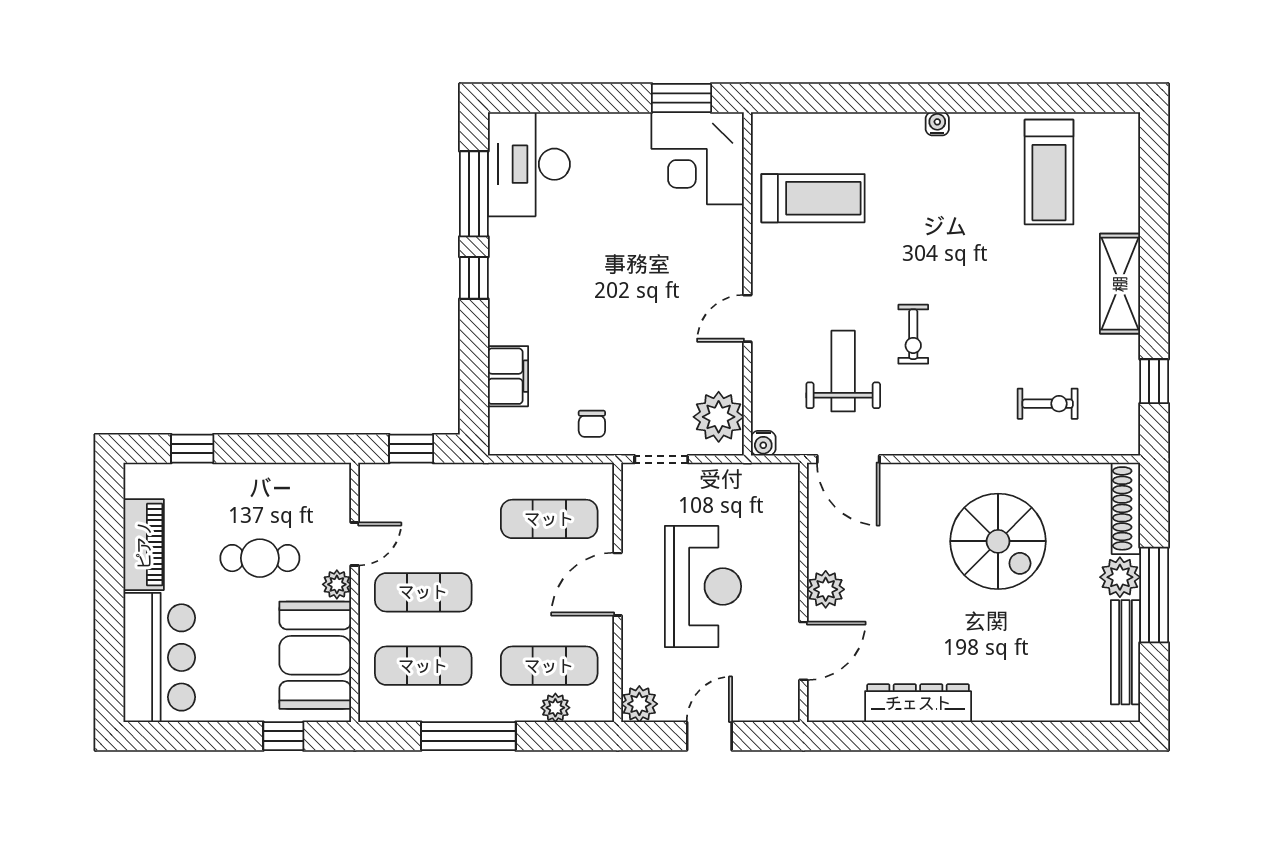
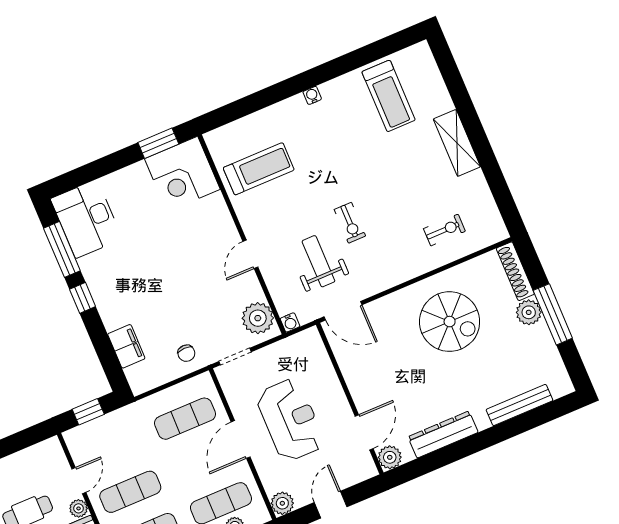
window: (1154, 381) -> (500, 191), removed
plant: (826, 589) -> (390, 457), moved
bench: (1125, 652) -> (519, 405), moved, turned 90

